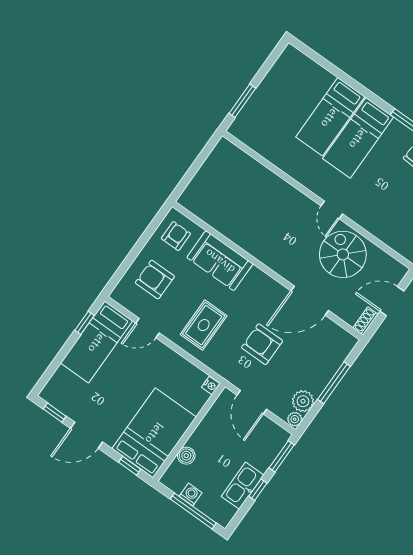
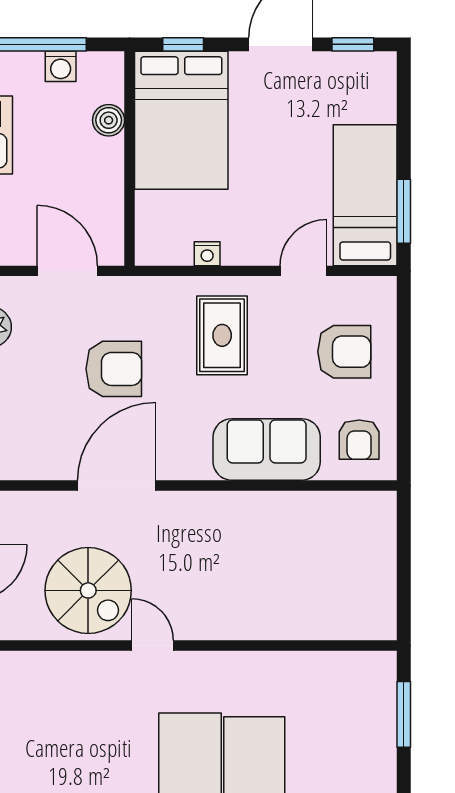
door: (310, 301) -> (117, 485), moved
window: (85, 323) -> (404, 211), width x1.50
nightstand: (211, 386) -> (207, 254), moved, turned -90

